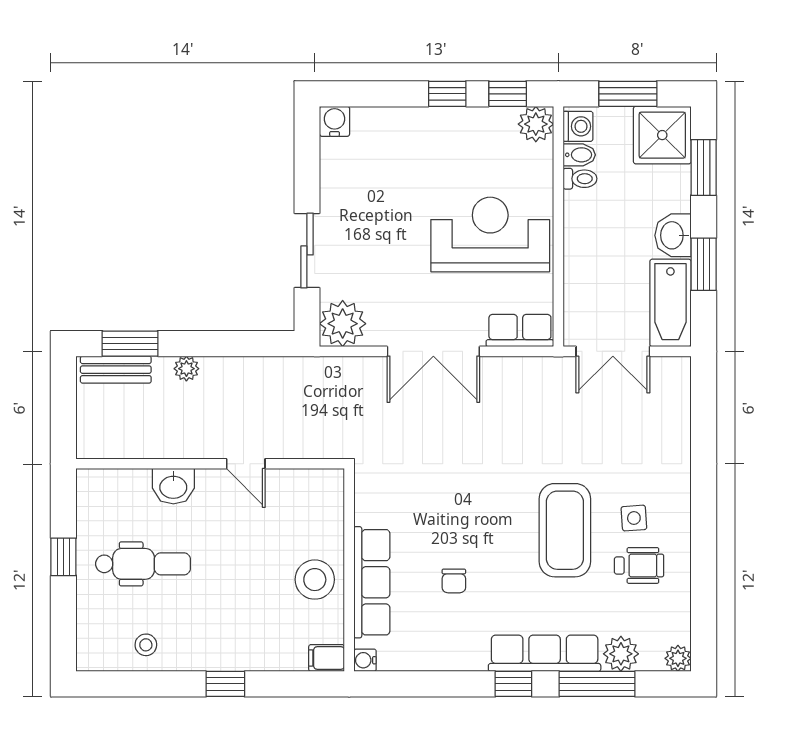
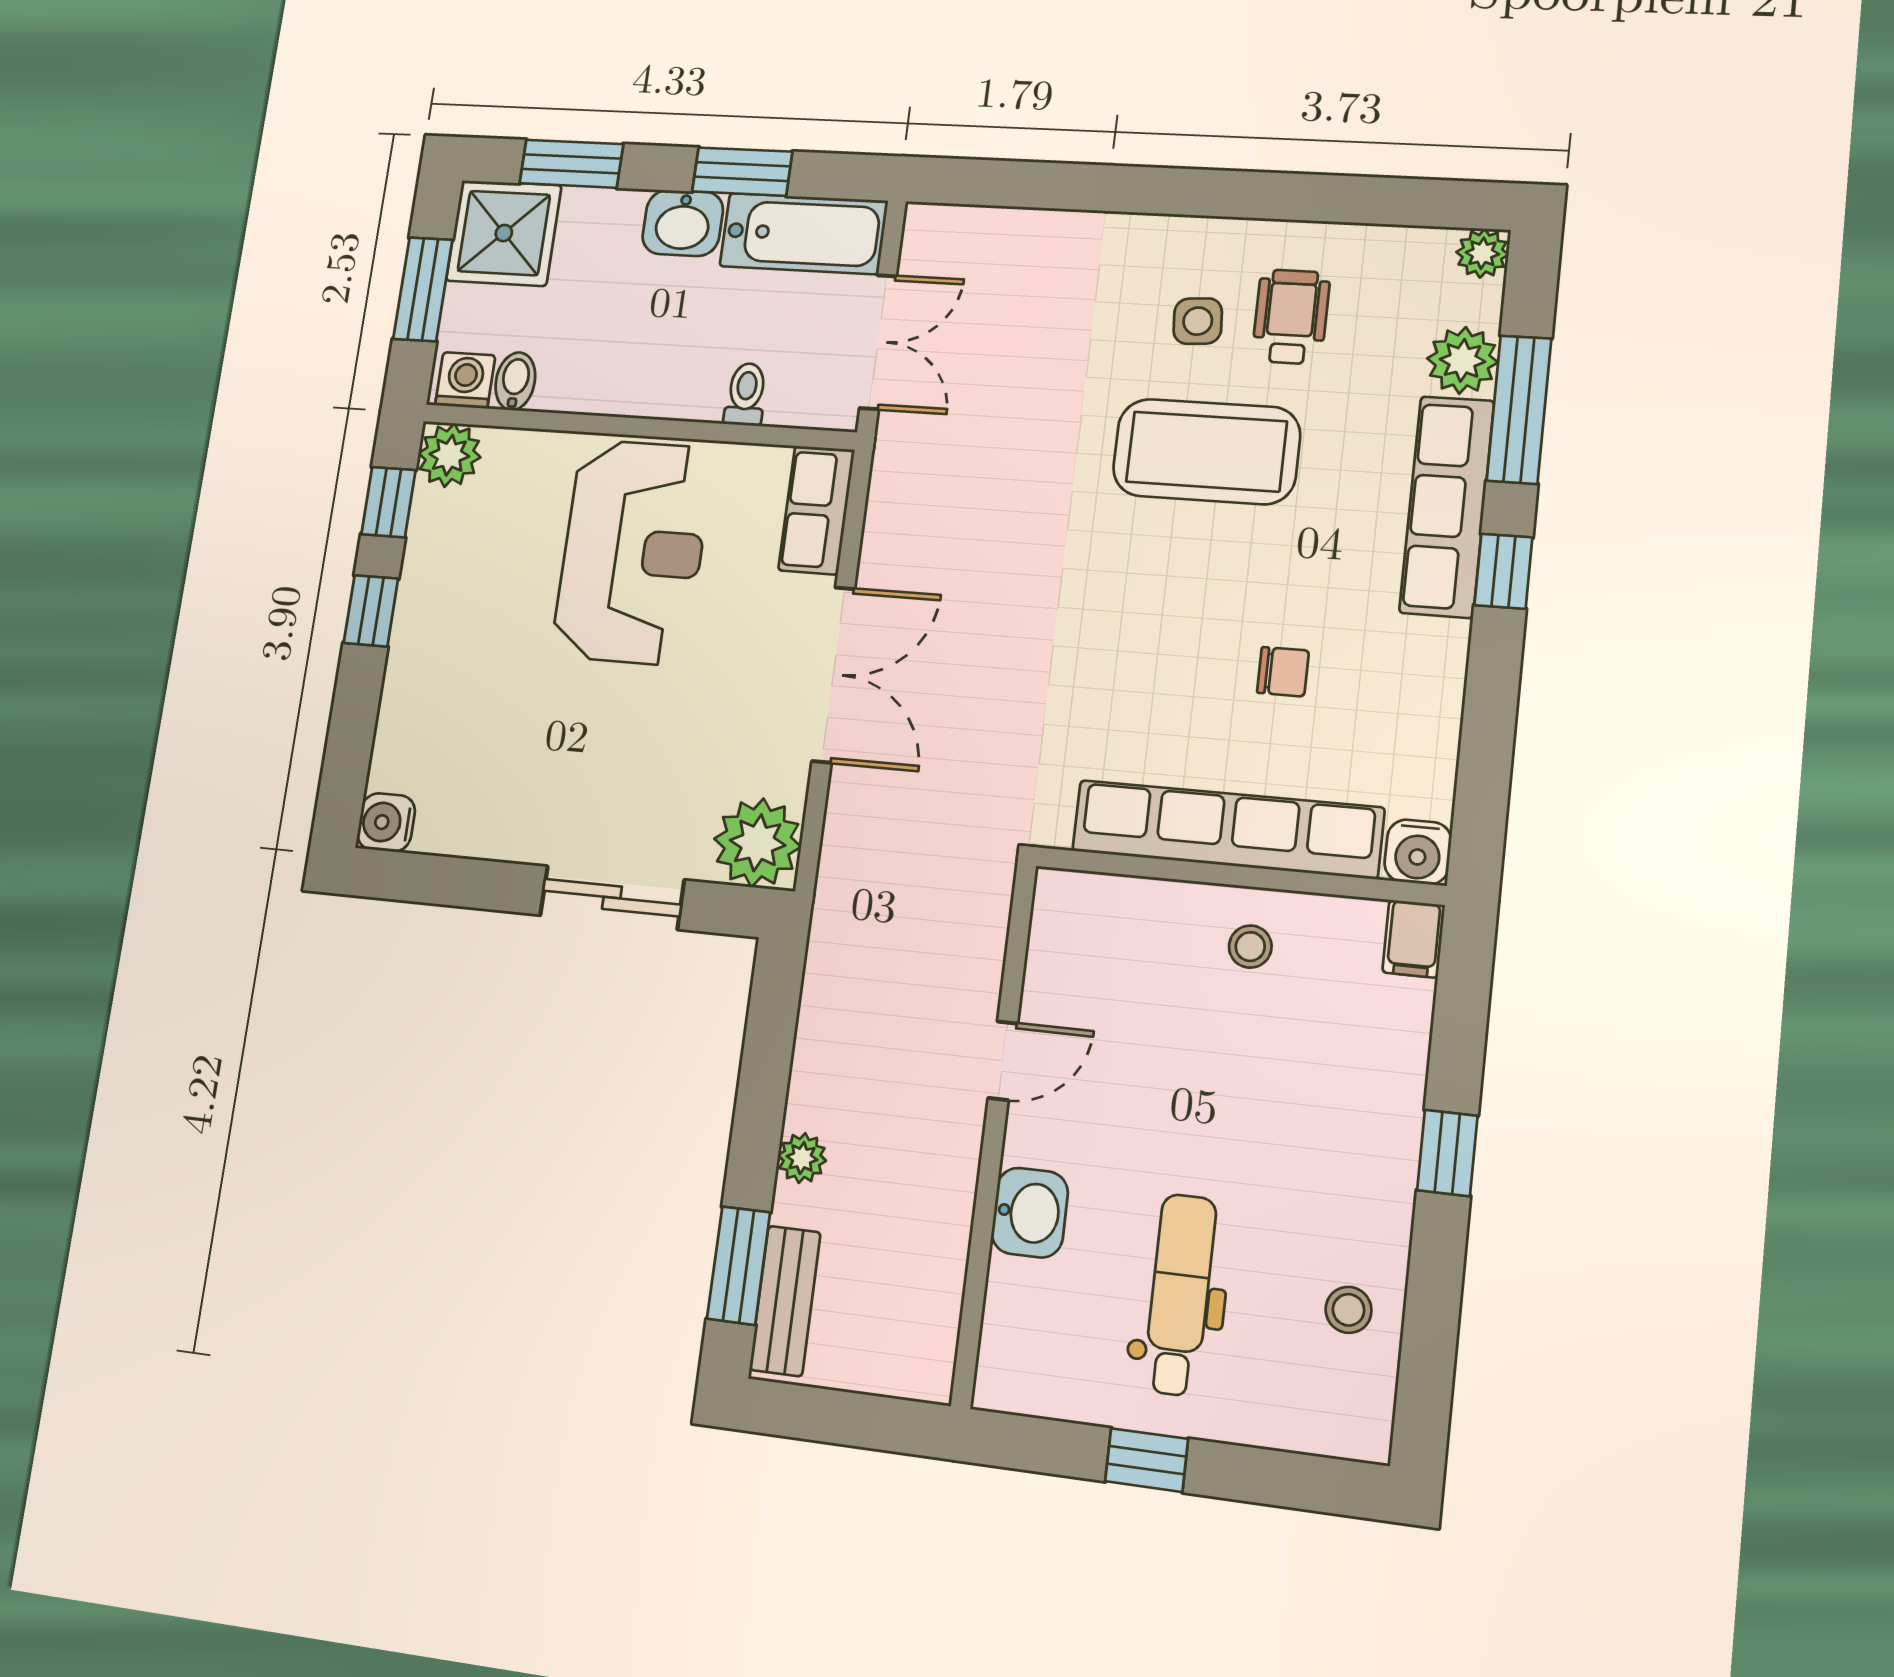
toilet: (580, 179) -> (746, 394), moved
reception desk: (490, 234) -> (633, 552), turned 180
stool: (315, 580) -> (1250, 947), width x0.53, depth x0.53
row of seats: (372, 582) -> (1227, 829), width x1.36
water cooler: (365, 660) -> (1418, 852), width x1.38, depth x1.38

